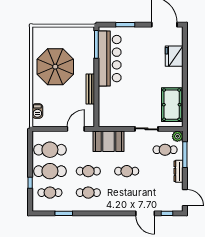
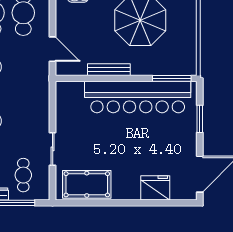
bar counter: (110, 59) -> (138, 97), width x1.36
plant: (177, 136) -> (42, 193), removed
booth: (109, 141) -> (35, 95), removed

